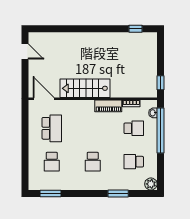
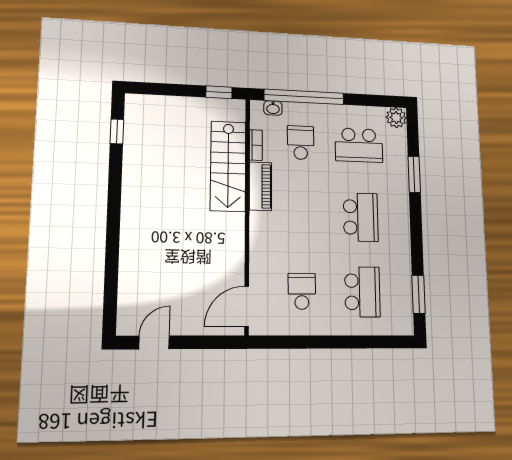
stairs: (85, 88) -> (228, 166), moved
school desk: (52, 128) -> (302, 291), width x0.54
school desk: (52, 162) -> (362, 292), width x1.85
school desk: (93, 162) -> (361, 217), width x1.85
school desk: (134, 162) -> (359, 145), width x1.85

